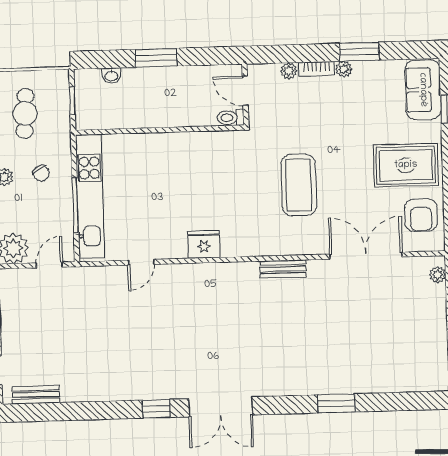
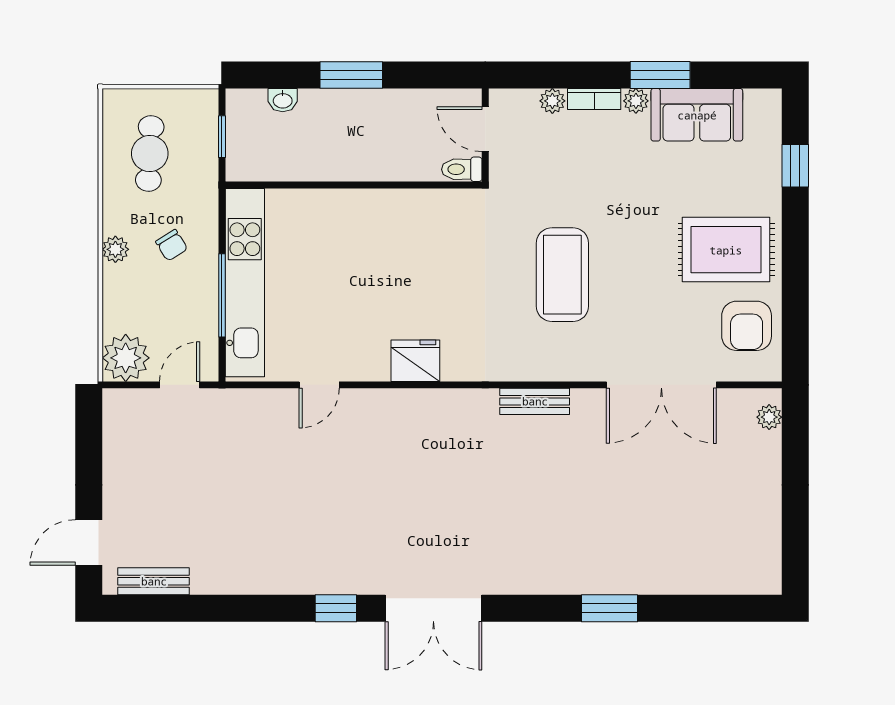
sofa: (423, 90) -> (697, 115), moved, turned -90
double door: (366, 256) -> (661, 385), swing flipped

